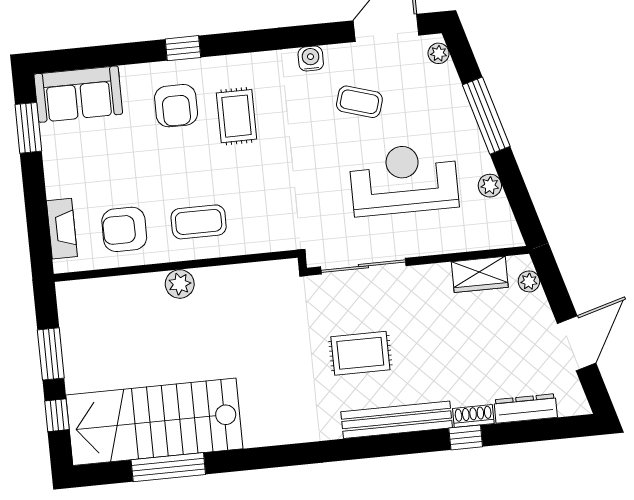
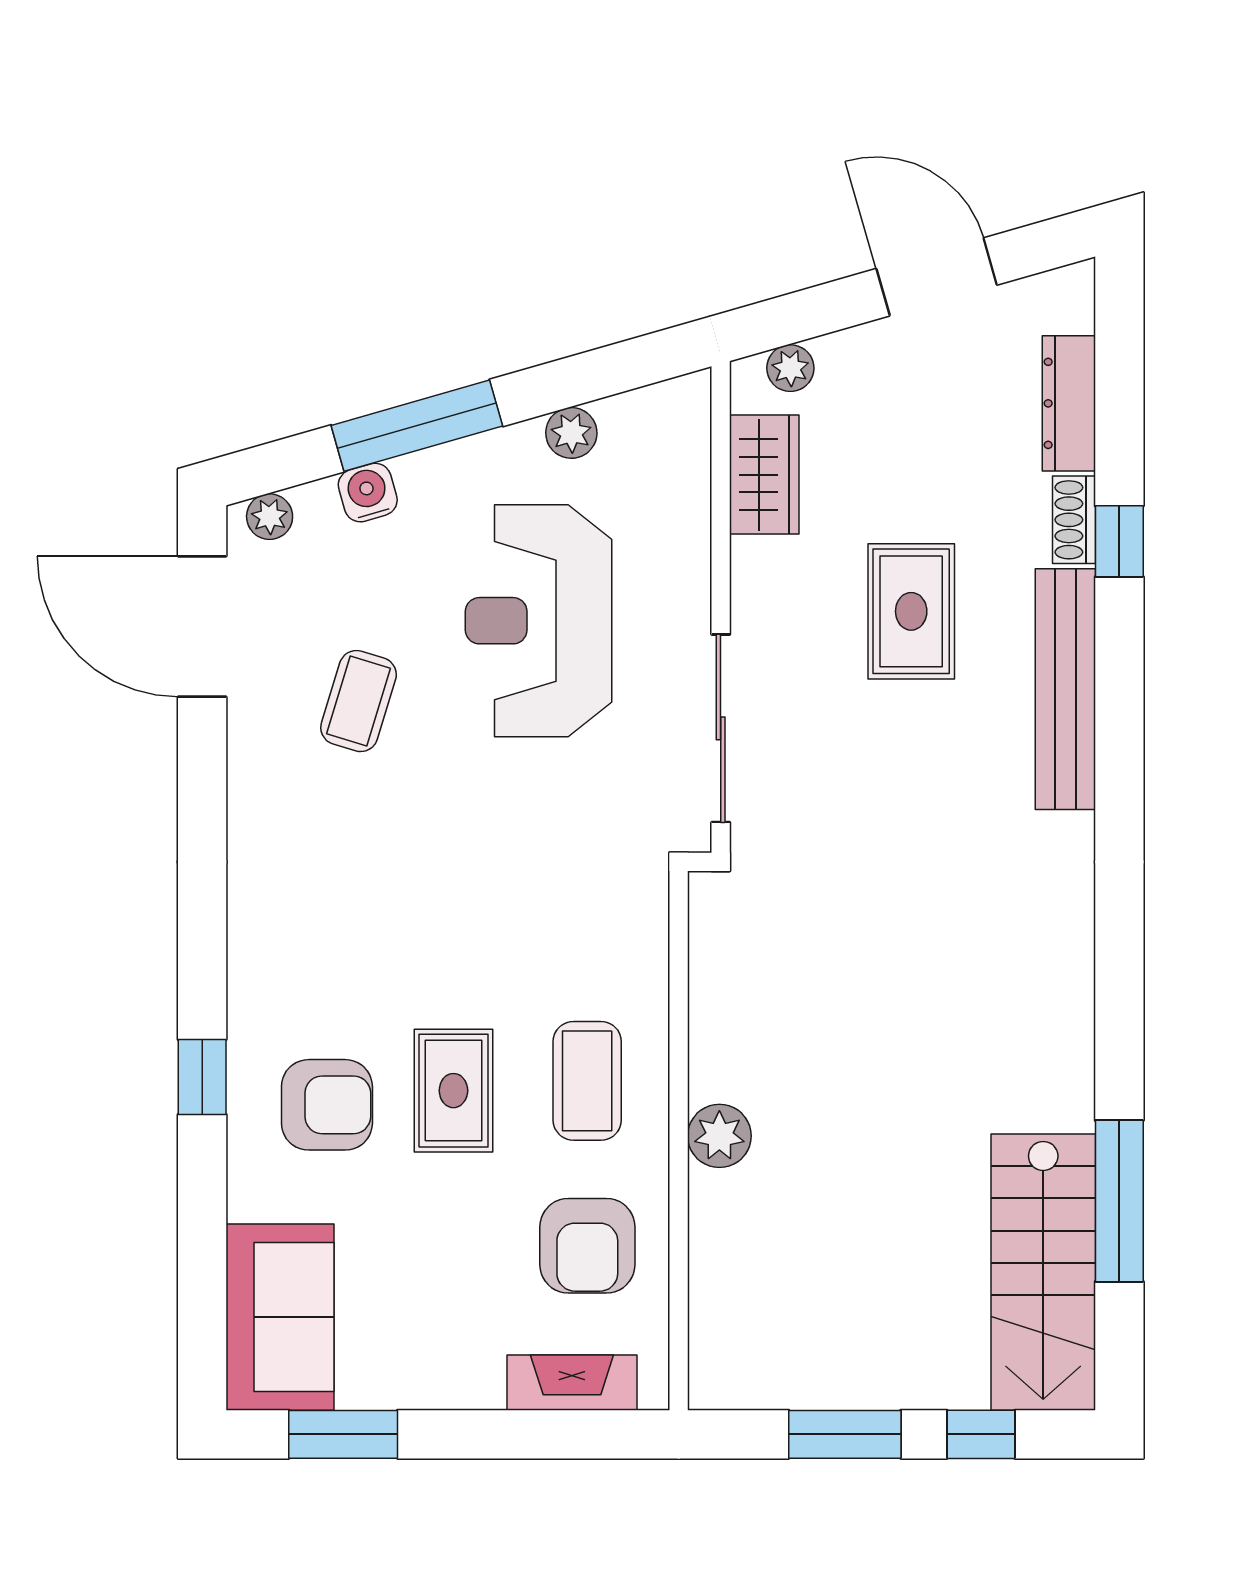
water cooler: (311, 59) -> (368, 493), moved, turned 74
rug: (237, 116) -> (453, 1091), moved, turned 90
rug: (360, 353) -> (911, 611), moved
stairs: (154, 422) -> (1043, 1272), width x0.73, depth x0.66

